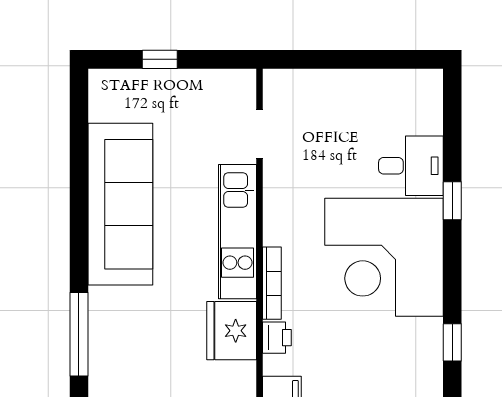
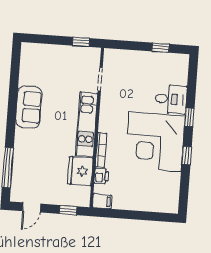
window: (160, 59) -> (81, 42), moved
window: (381, 59) -> (160, 48), added
sofa: (120, 204) -> (29, 107), width x0.54, depth x0.79
window: (452, 342) -> (187, 156), moved

